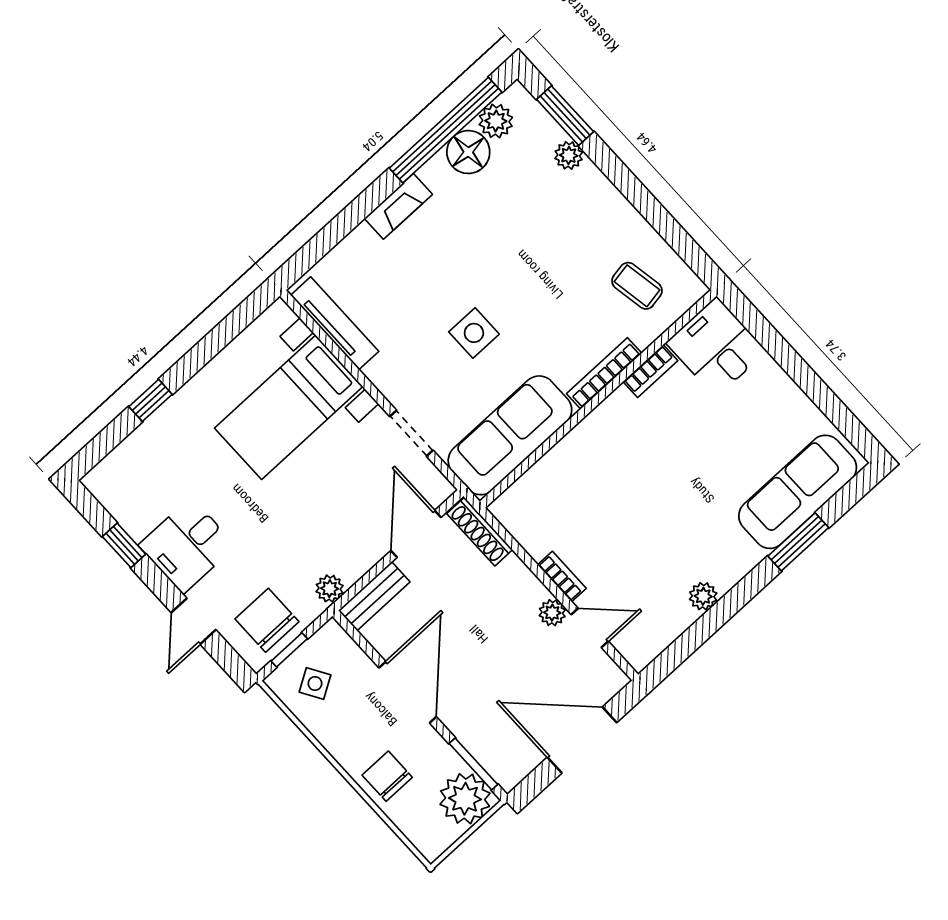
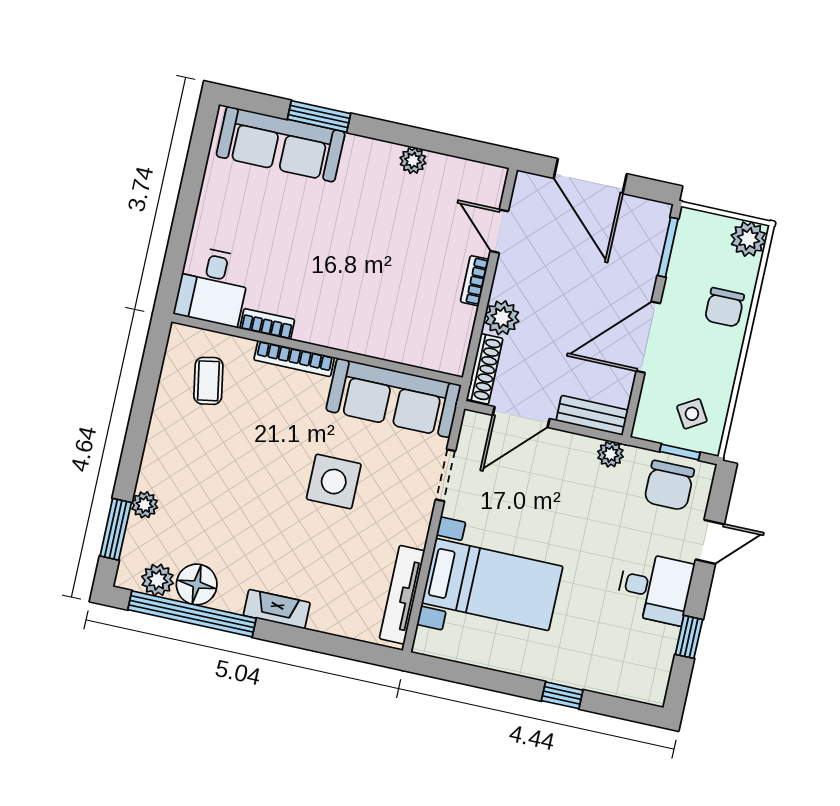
side table: (474, 333) -> (334, 482), width x1.37, depth x1.37
plant: (552, 613) -> (502, 318), moved, width x1.38, depth x1.38
plant: (465, 799) -> (748, 239), moved, width x0.73, depth x0.73

